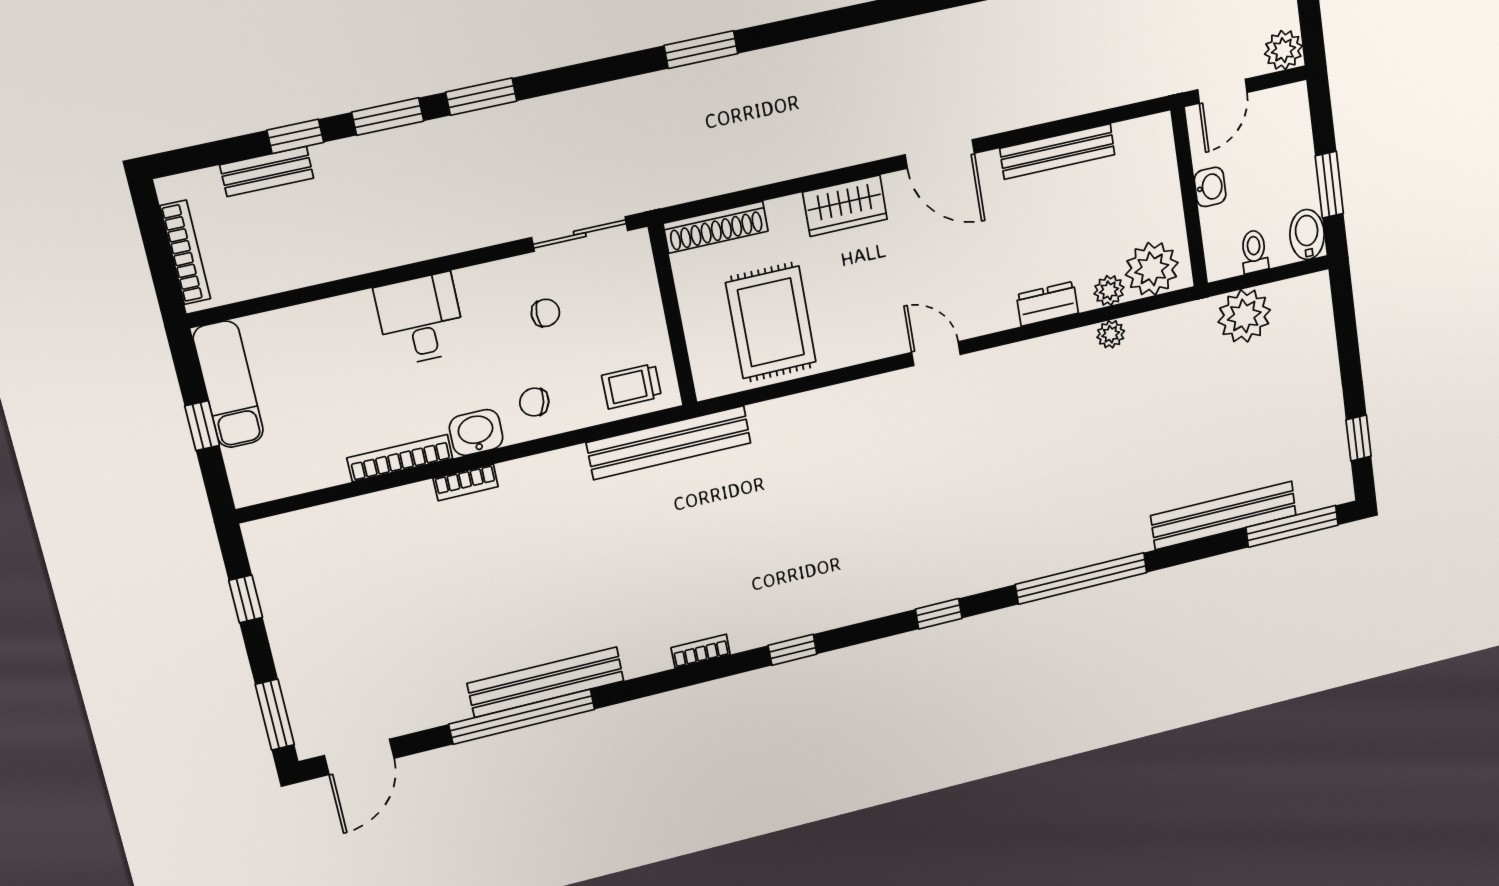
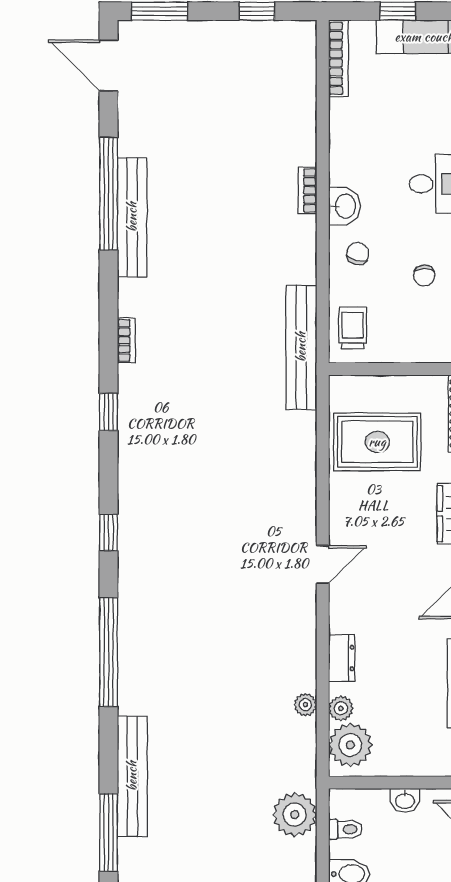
bookcase: (400, 458) -> (338, 58), moved

